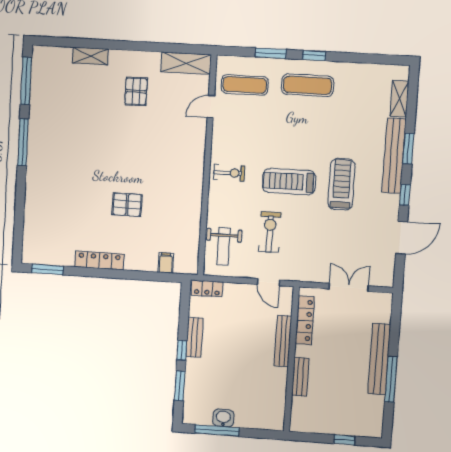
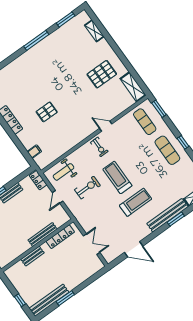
window: (271, 53) -> (159, 109), moved
shelving: (90, 56) -> (94, 31), moved
window: (26, 81) -> (66, 19), width x0.69
pallet: (136, 91) -> (102, 74), width x1.50, depth x1.42
door: (211, 107) -> (106, 126), moved
window: (405, 195) -> (154, 235), removed
pallet: (127, 205) -> (47, 112), turned 90
door: (268, 282) -> (58, 197), moved
bench: (379, 359) -> (49, 300), moved
window: (391, 379) -> (65, 298), width x0.69

